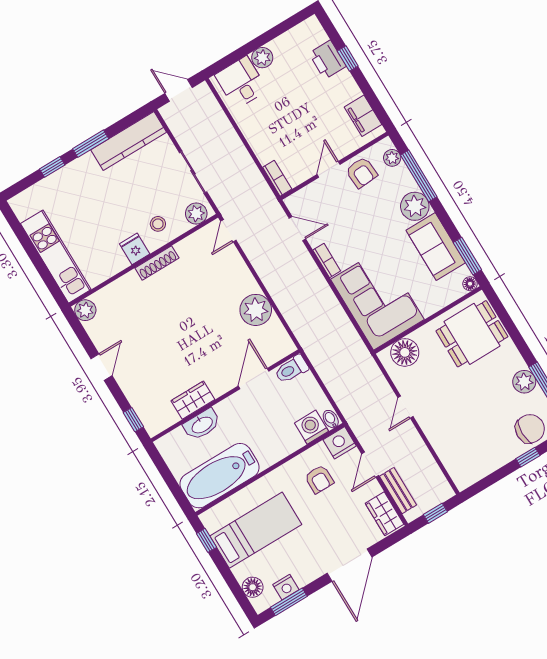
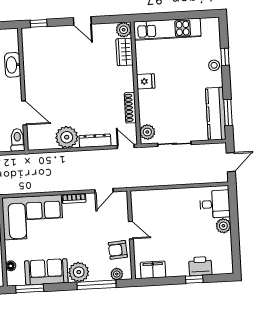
window: (91, 144) -> (228, 113), moved
bookcase: (277, 178) -> (142, 195), removed
stool: (158, 224) -> (214, 65), moved
shoe rack: (157, 263) -> (130, 108), moved
dresser: (241, 273) -> (95, 141), added
floor lamp: (470, 284) -> (11, 266), moved
wardrobe: (193, 400) -> (124, 52), moved, turned 180

